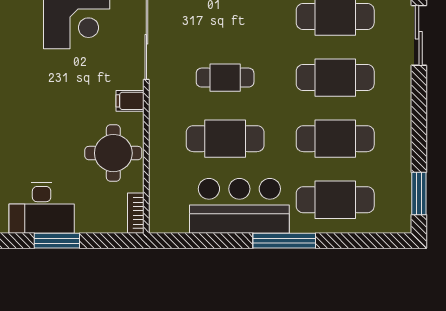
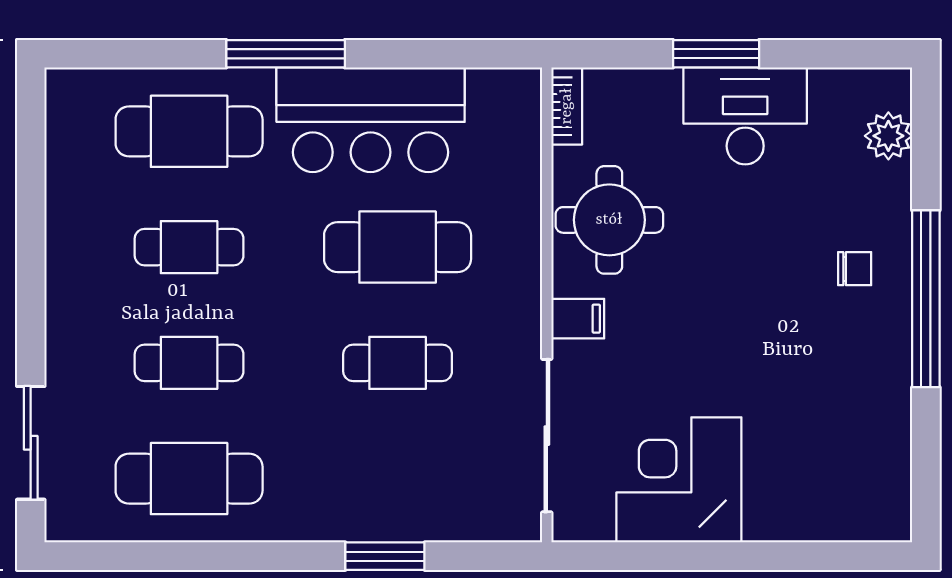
cafe table: (335, 78) -> (189, 363), width x0.73, depth x0.74
cafe table: (335, 139) -> (189, 247), width x0.73, depth x0.74
window: (419, 193) -> (31, 143), removed

